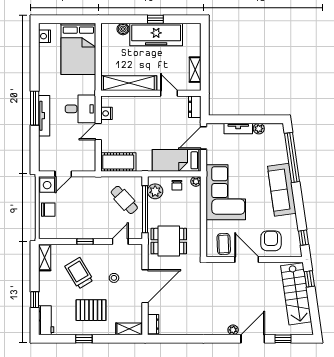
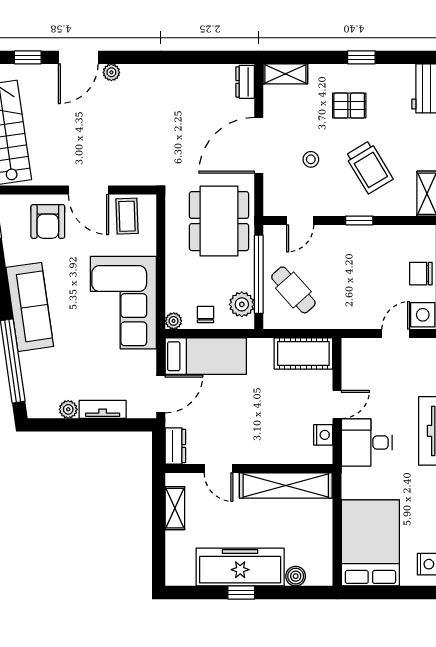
dining table: (169, 241) -> (219, 221), width x1.38
pallet: (91, 310) -> (349, 106), width x0.67, depth x0.71

